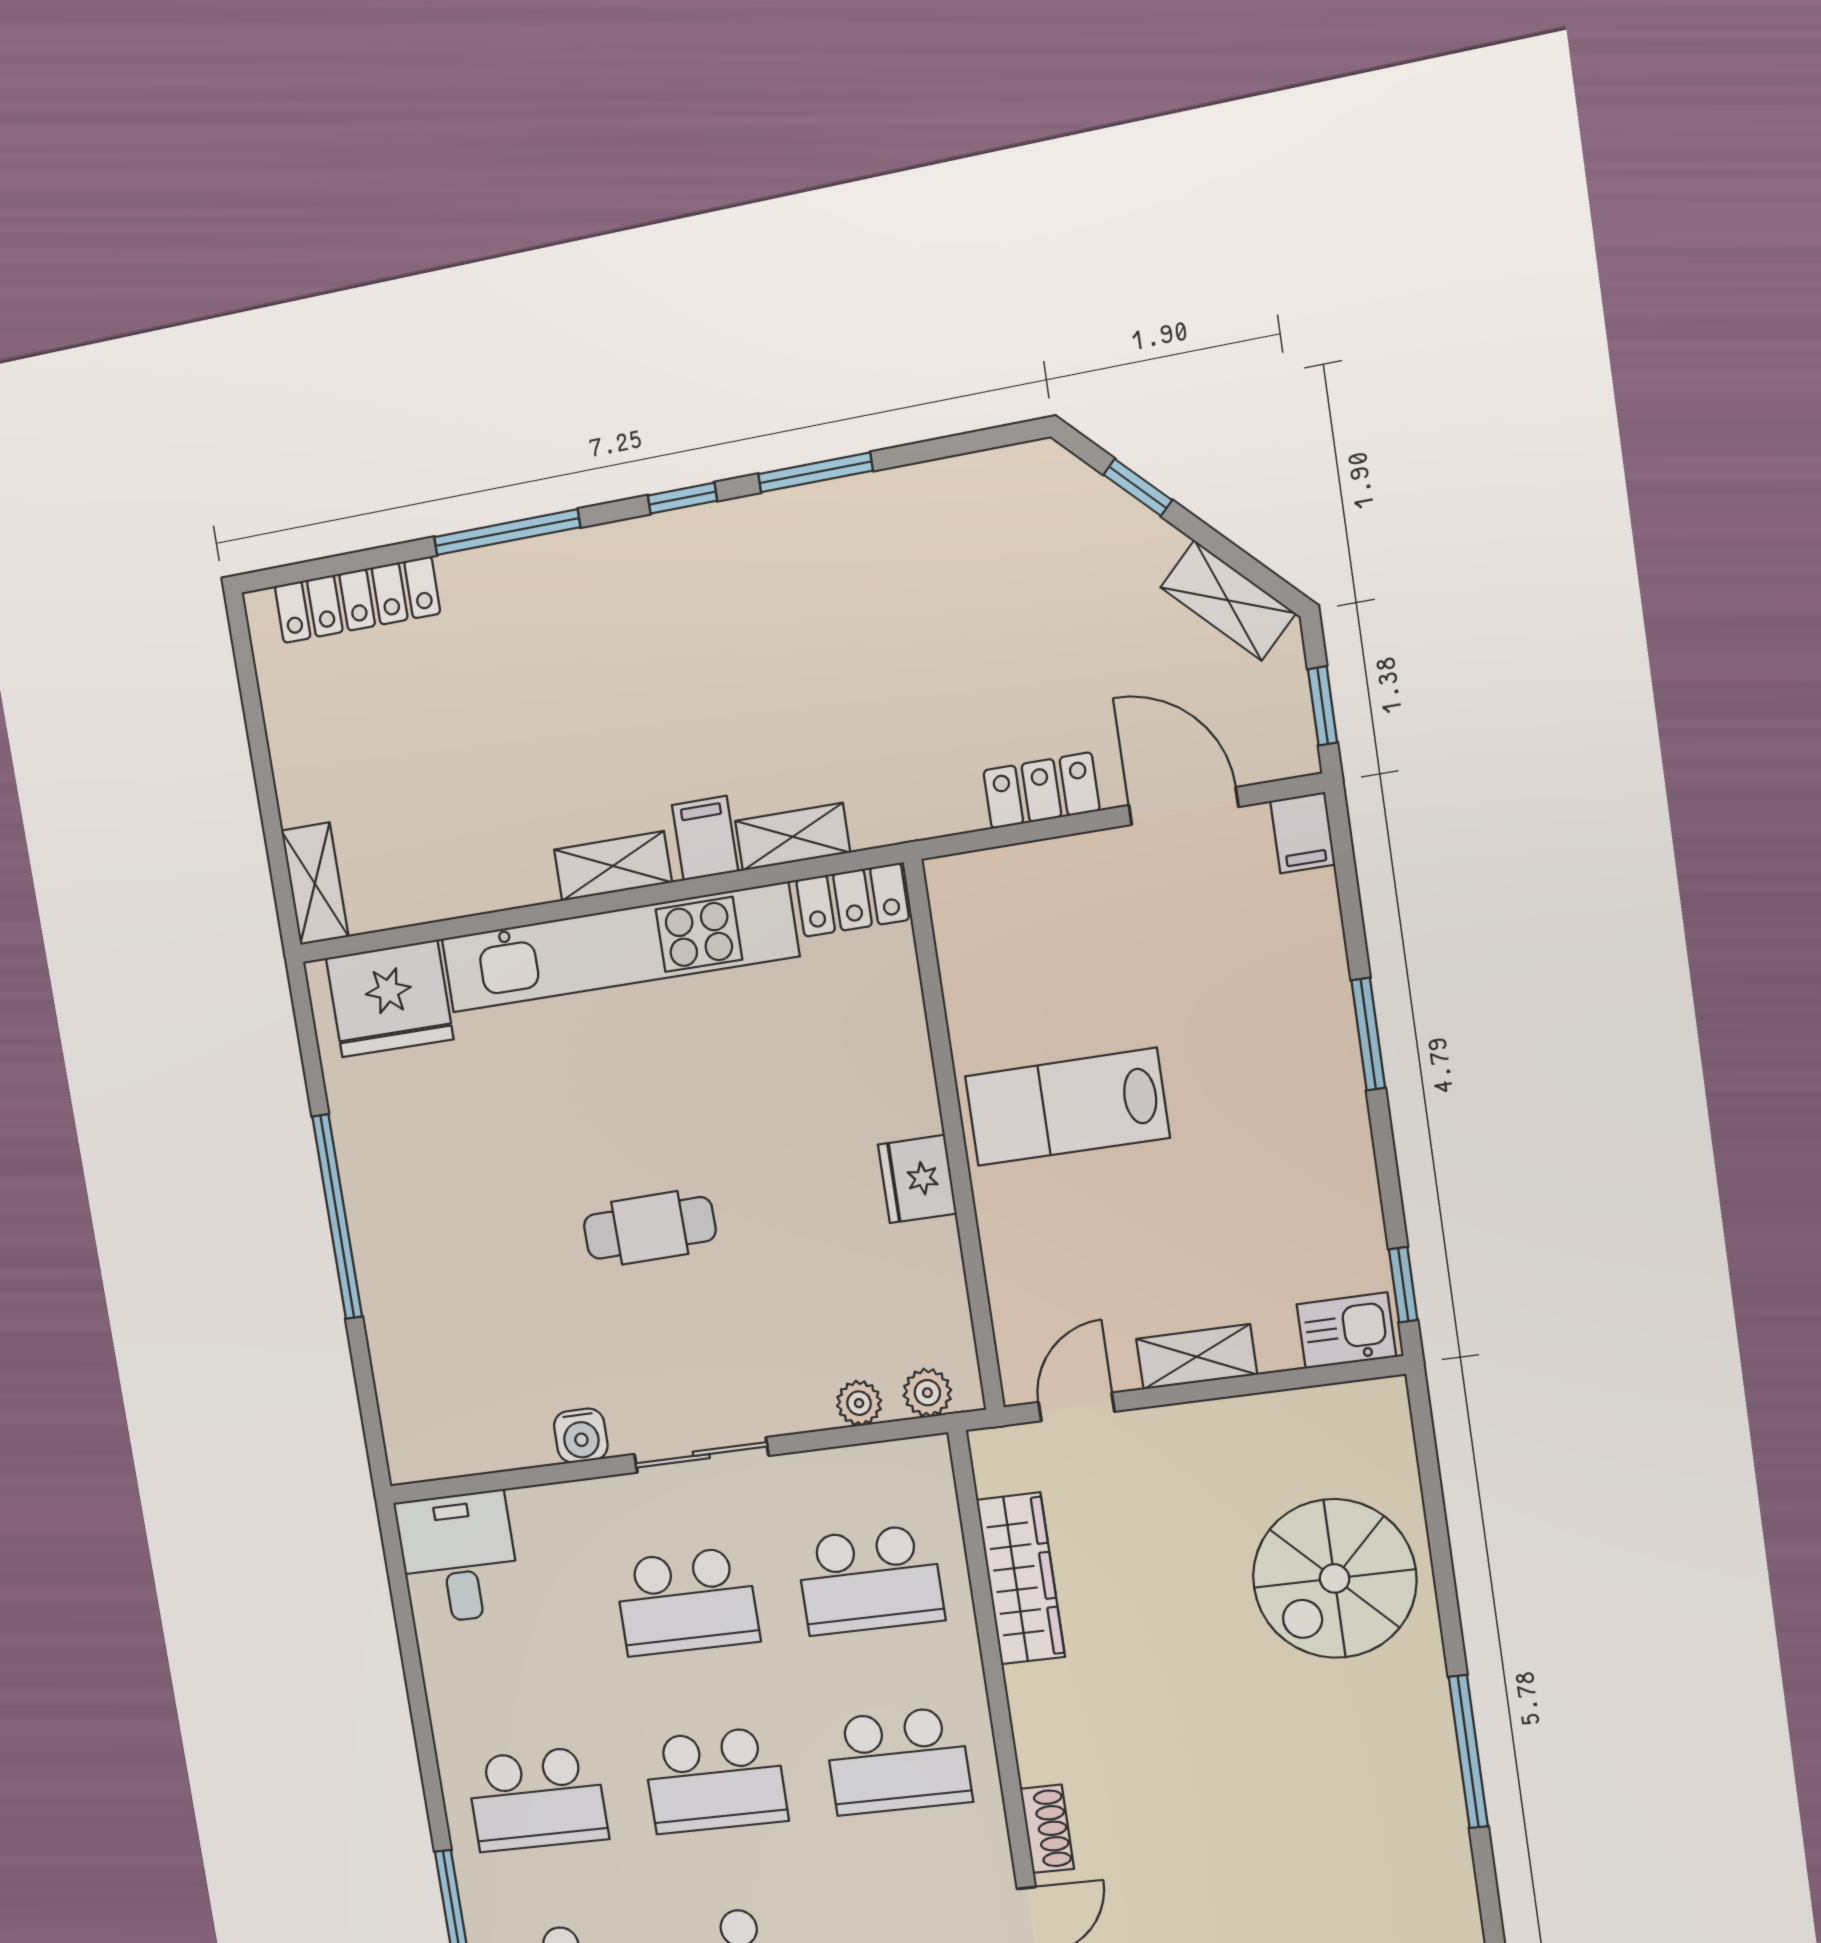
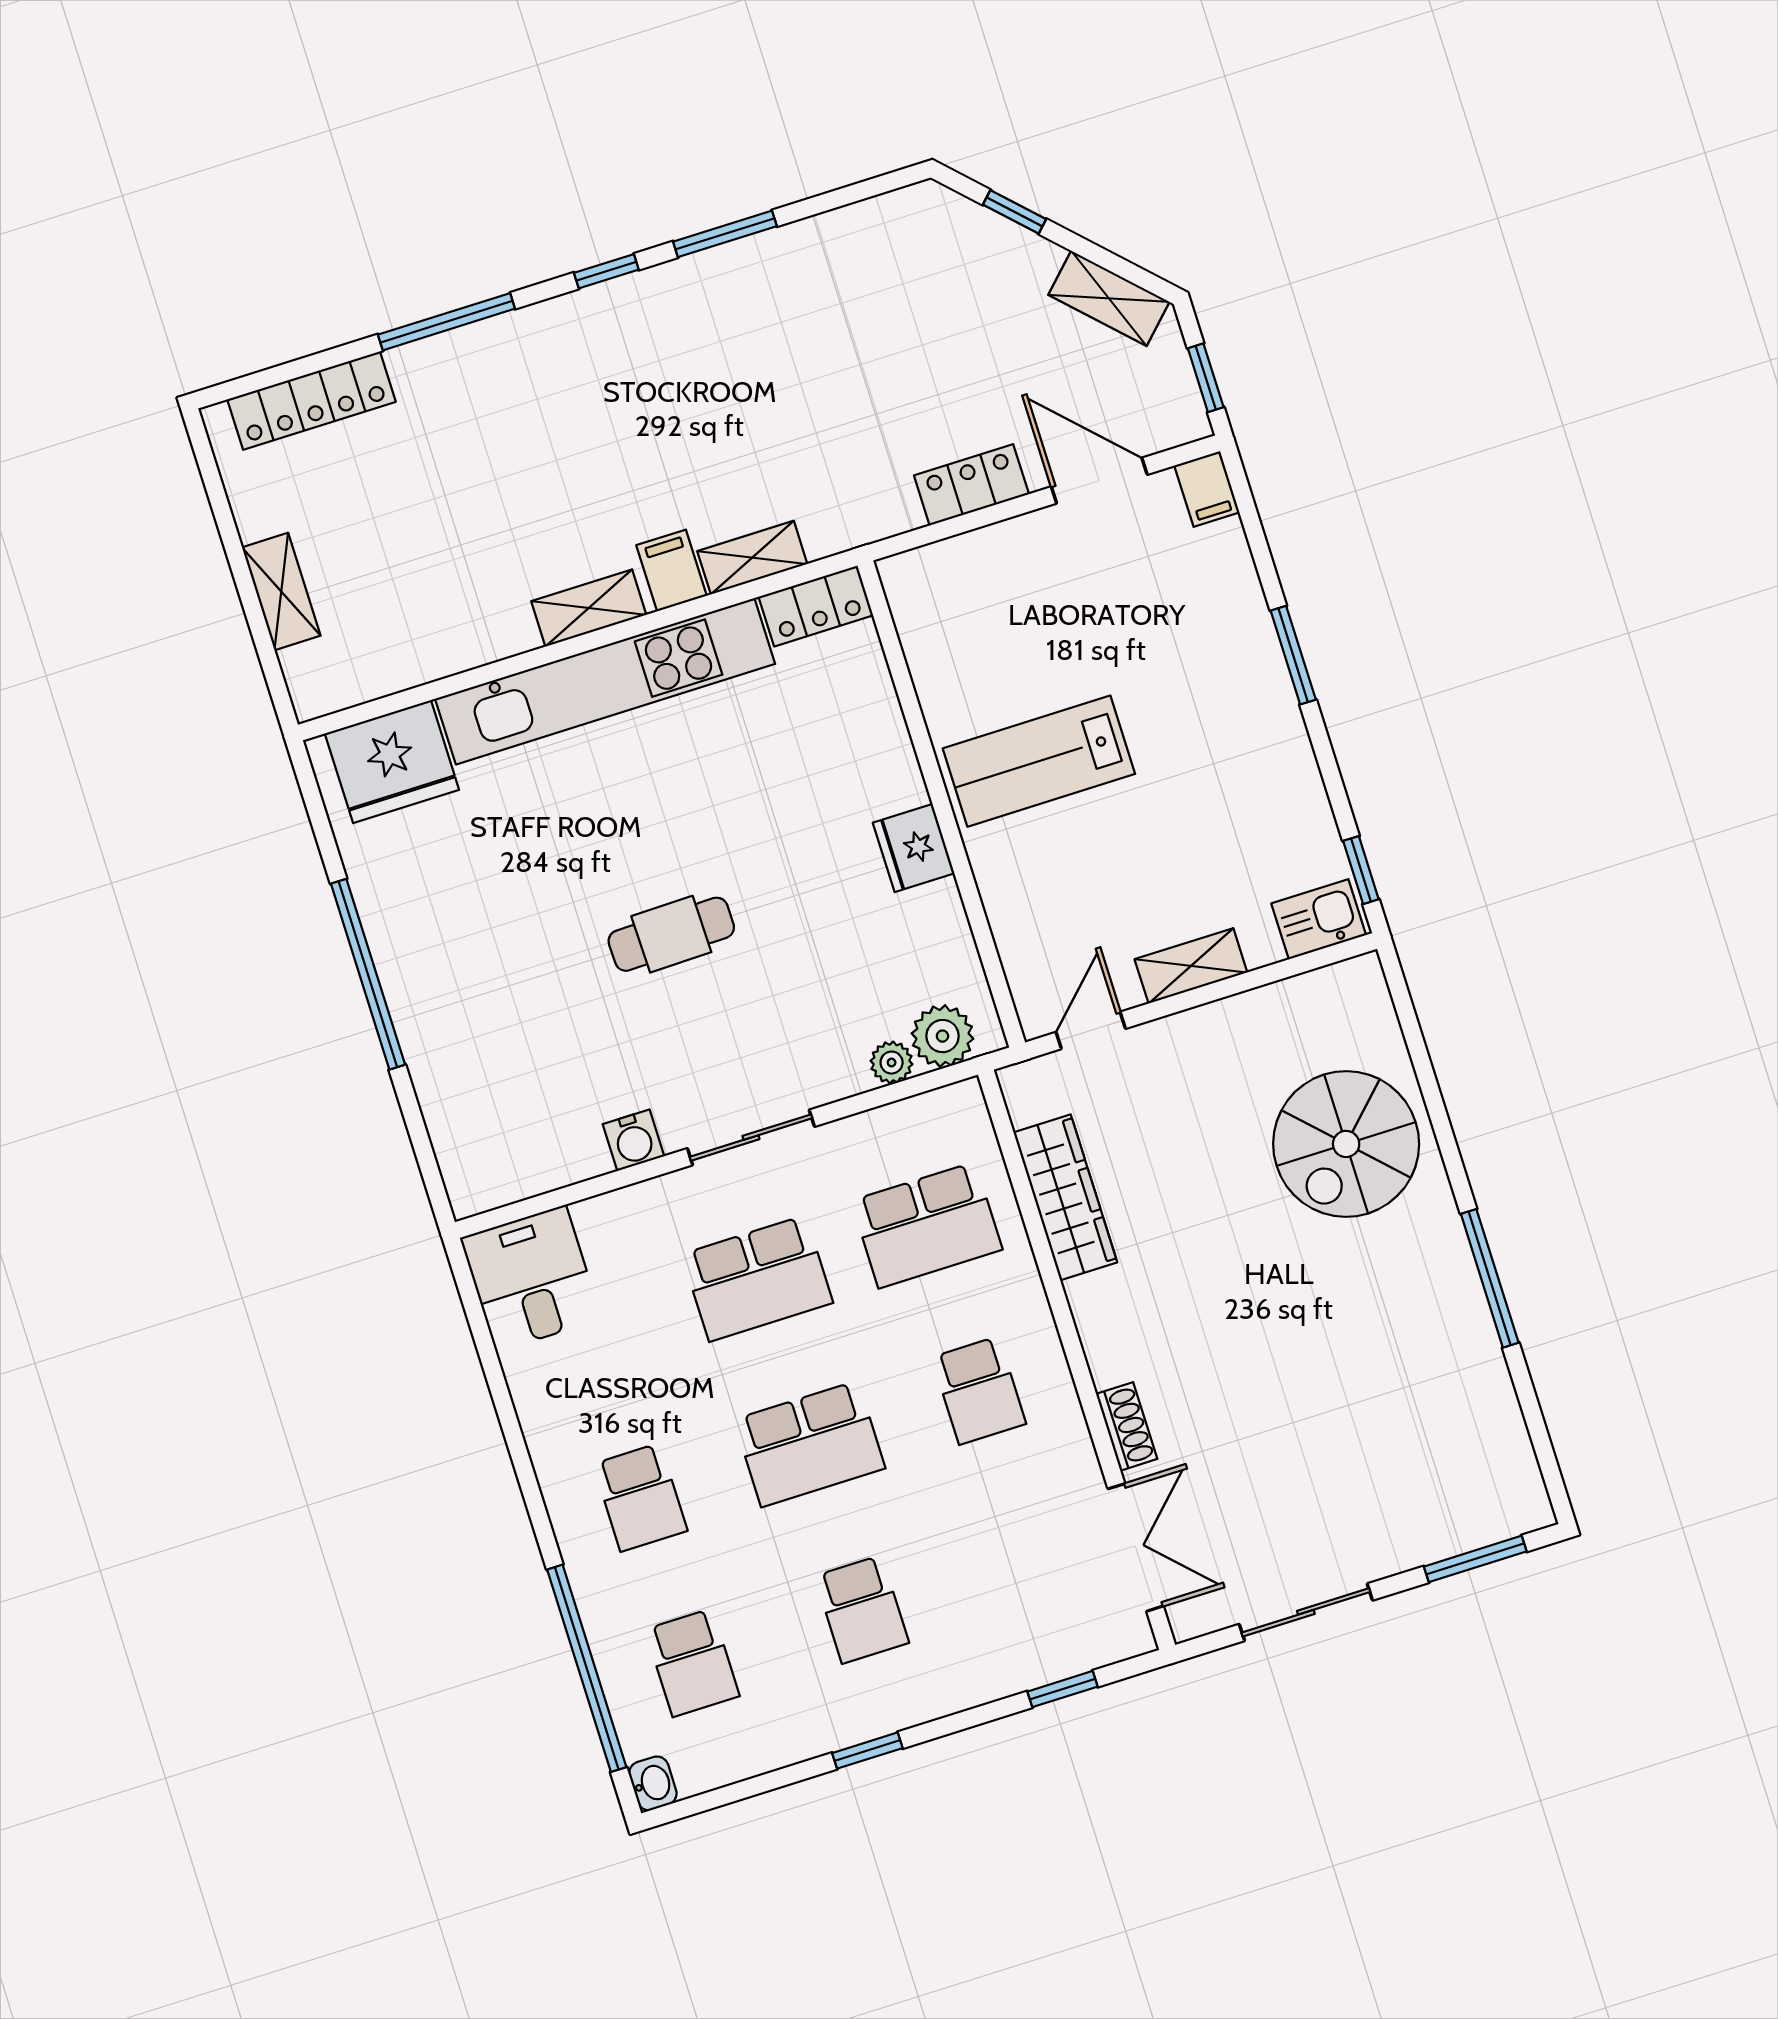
shelving: (315, 884) -> (281, 592), moved
plant: (927, 1393) -> (942, 1036), width x1.38, depth x1.38
school desk: (898, 1761) -> (979, 1391), width x0.54
school desk: (537, 1799) -> (640, 1497), width x0.54

